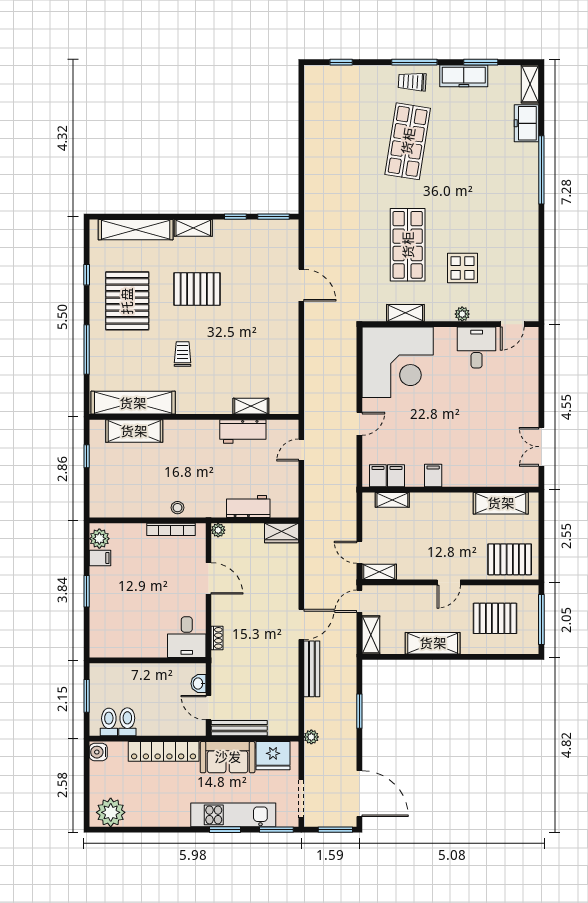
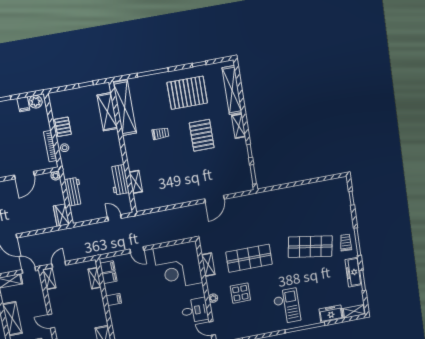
checkout: (499, 195) -> (287, 306), added
pallet: (145, 504) -> (63, 127), added

